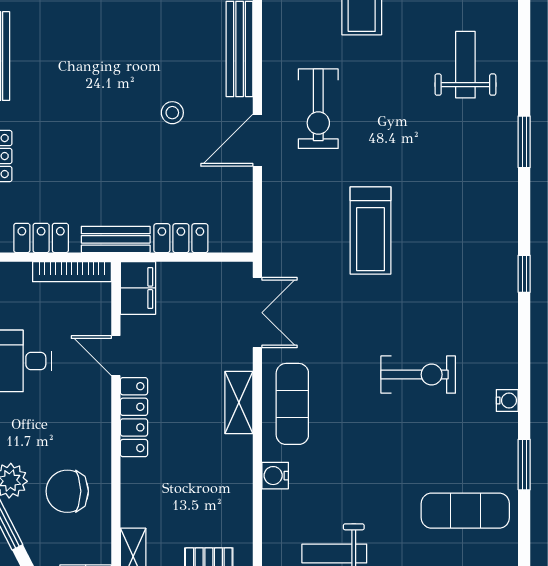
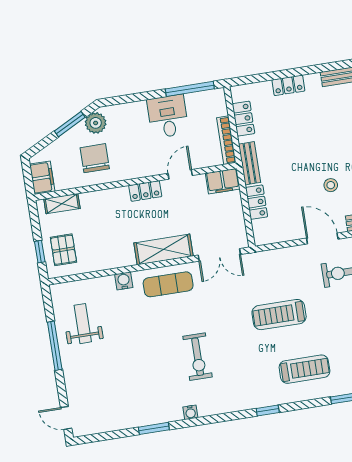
treadmill: (466, 203) -> (304, 369), added
shelving: (239, 403) -> (163, 250), width x1.50, depth x1.33
locker: (134, 417) -> (145, 191), width x0.66
exercise mat: (465, 511) -> (121, 398), removed

